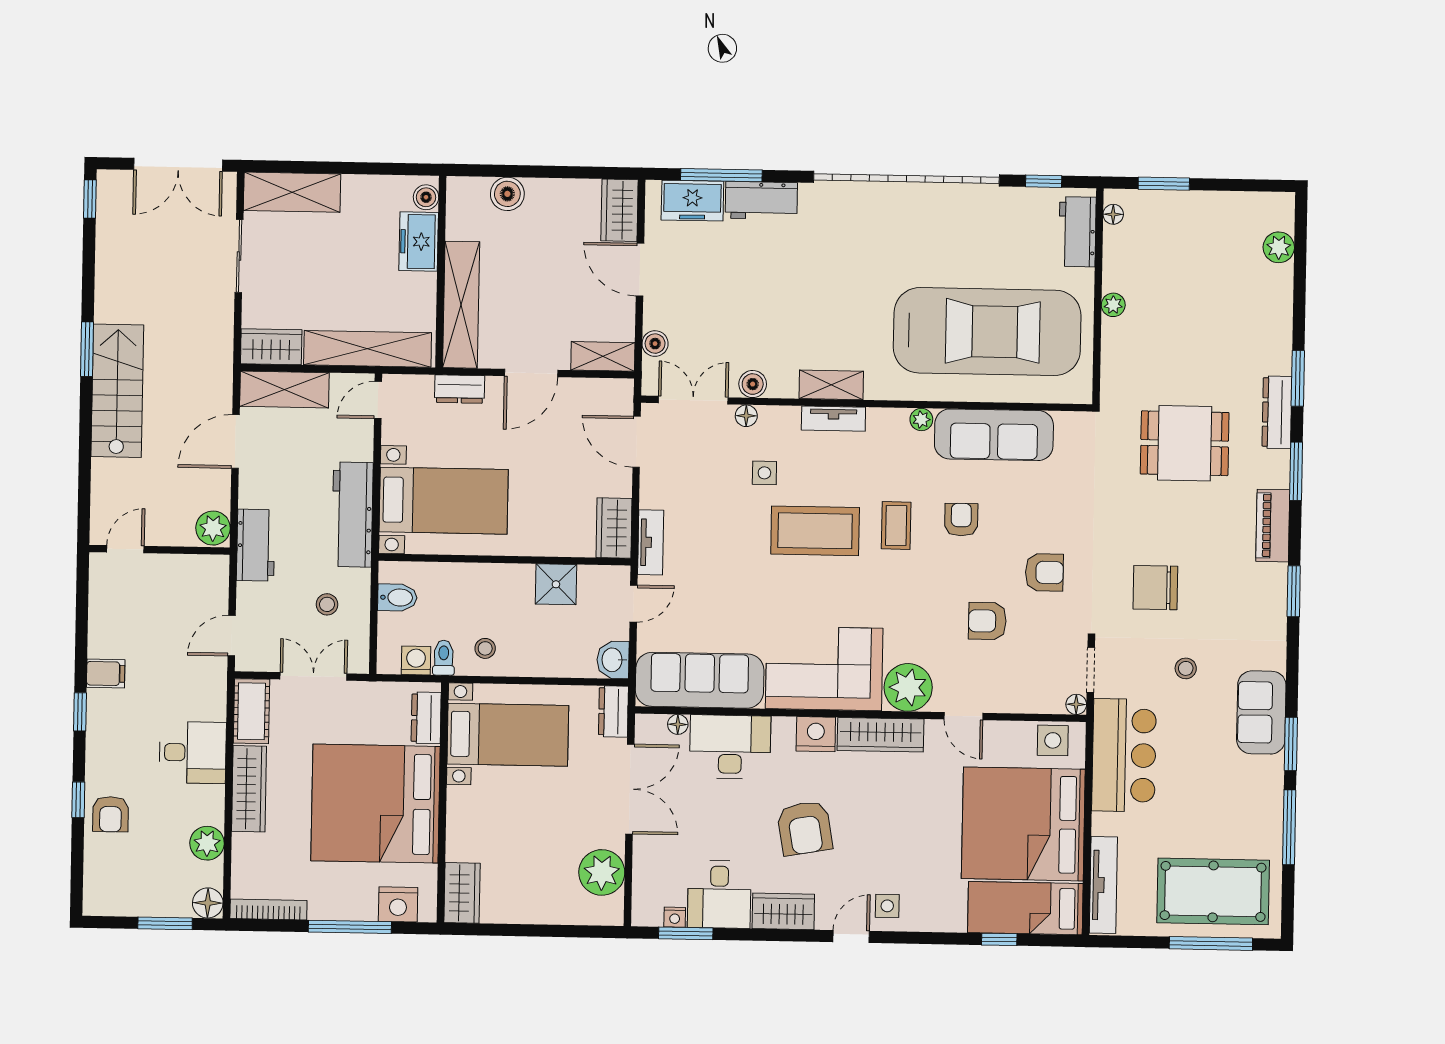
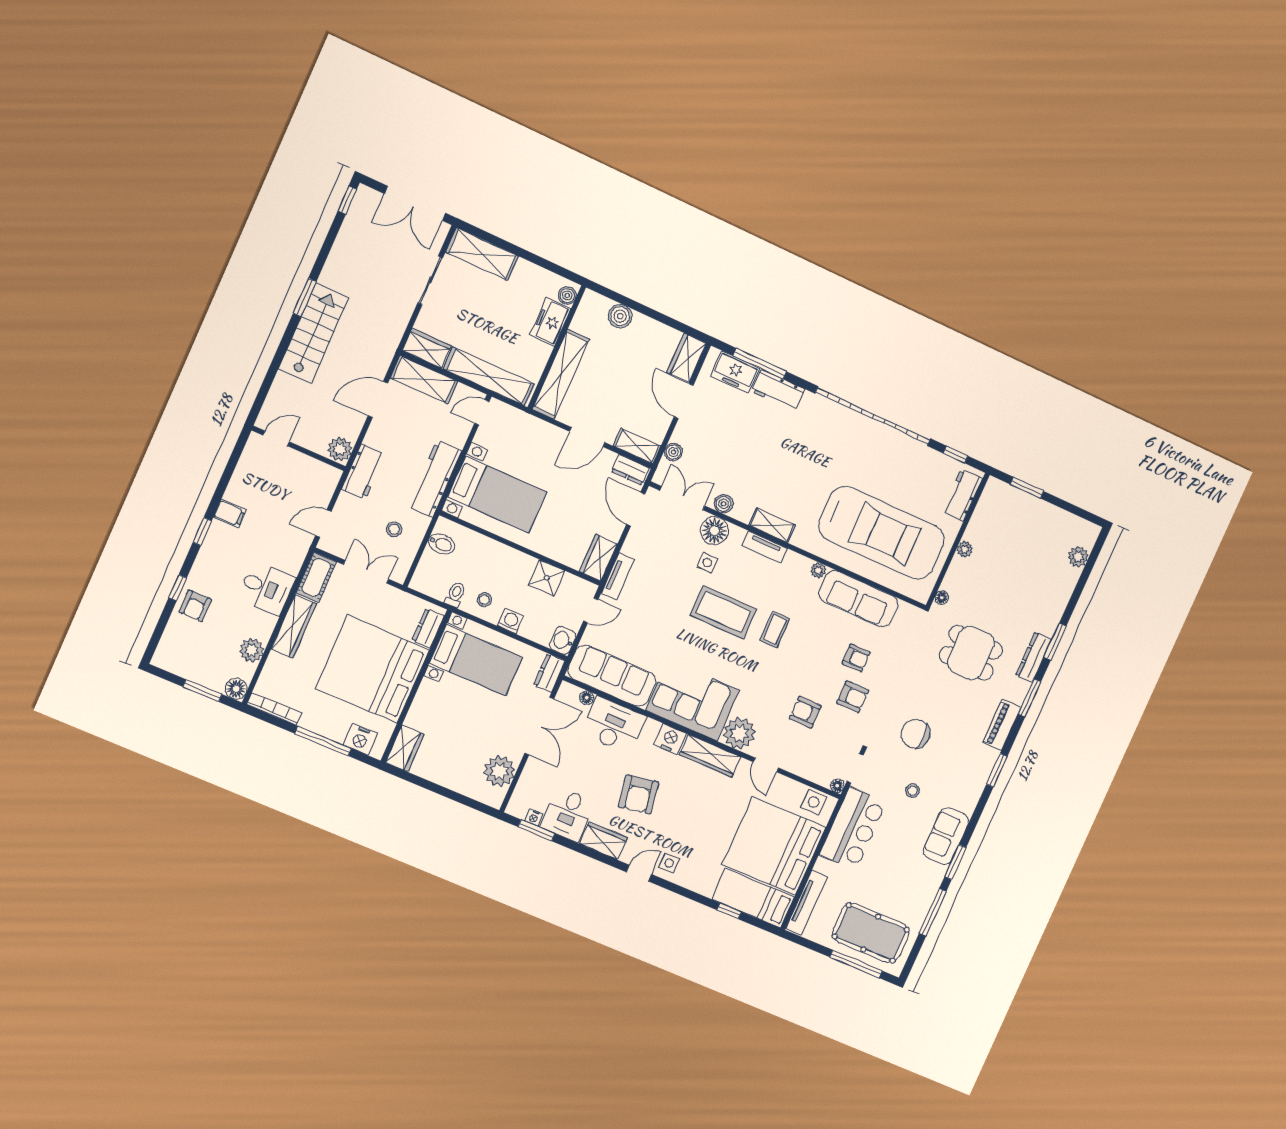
floor lamp: (1113, 214) -> (942, 598), moved
dresser: (460, 389) -> (630, 470), moved
floor lamp: (746, 416) -> (714, 531), width x1.89, depth x1.89
armchair: (961, 520) -> (856, 658), moved, turned 90
washing machine: (416, 660) -> (510, 621), moved

